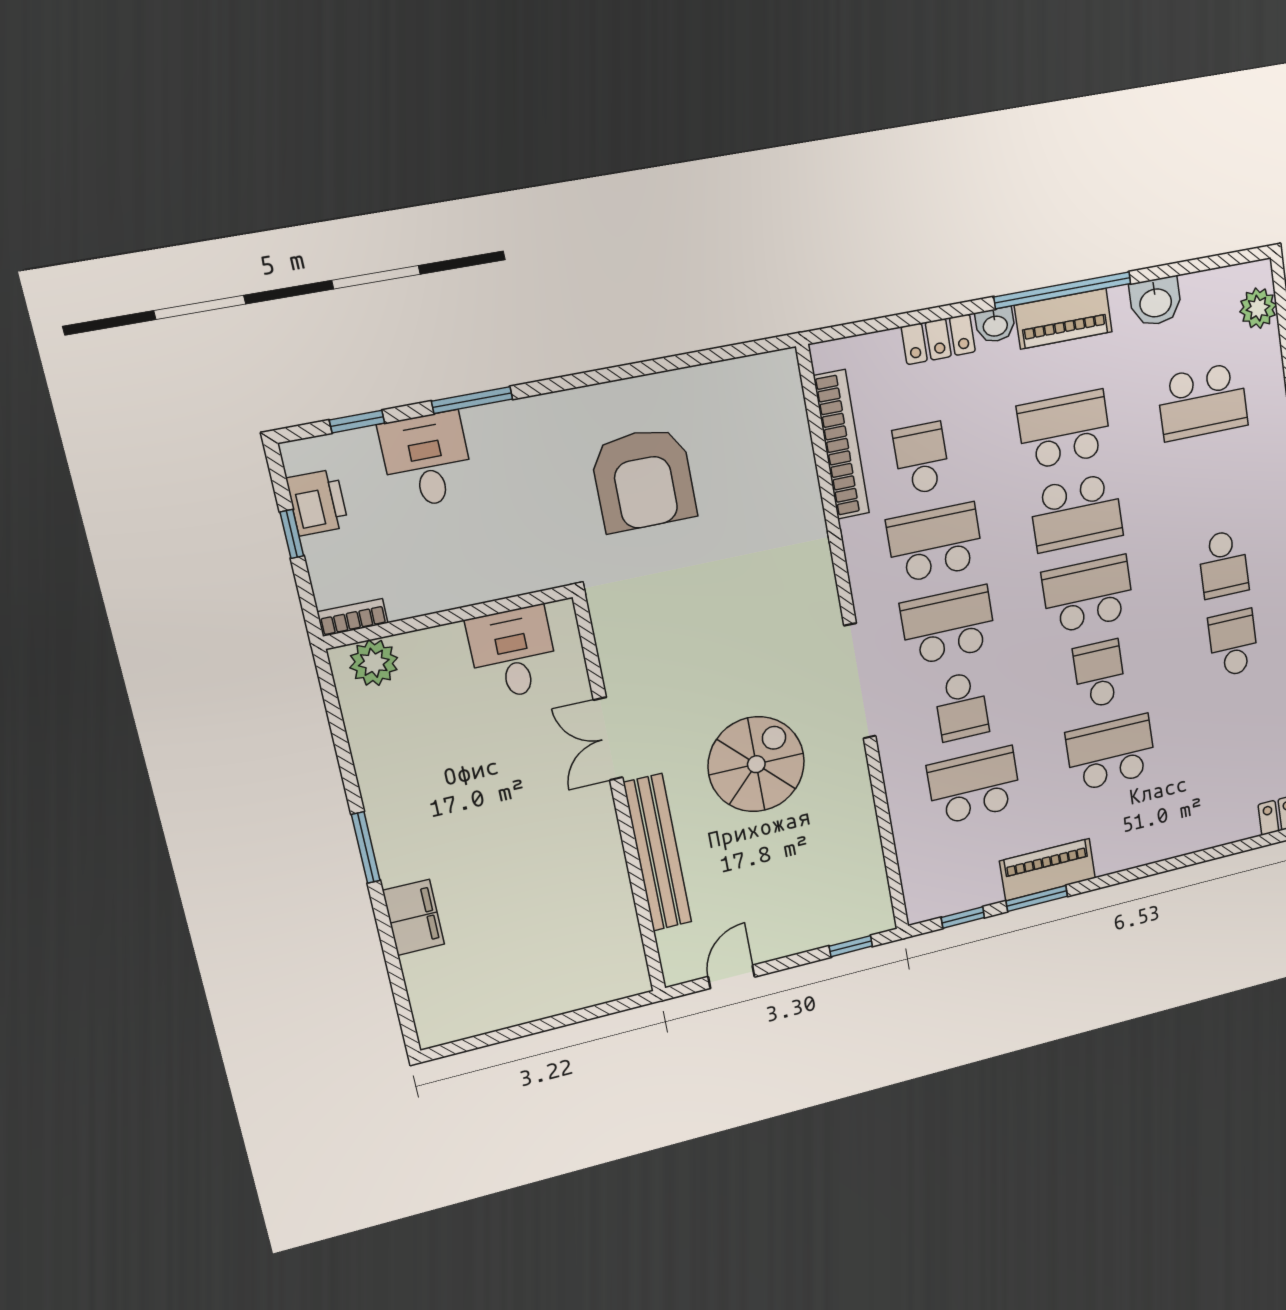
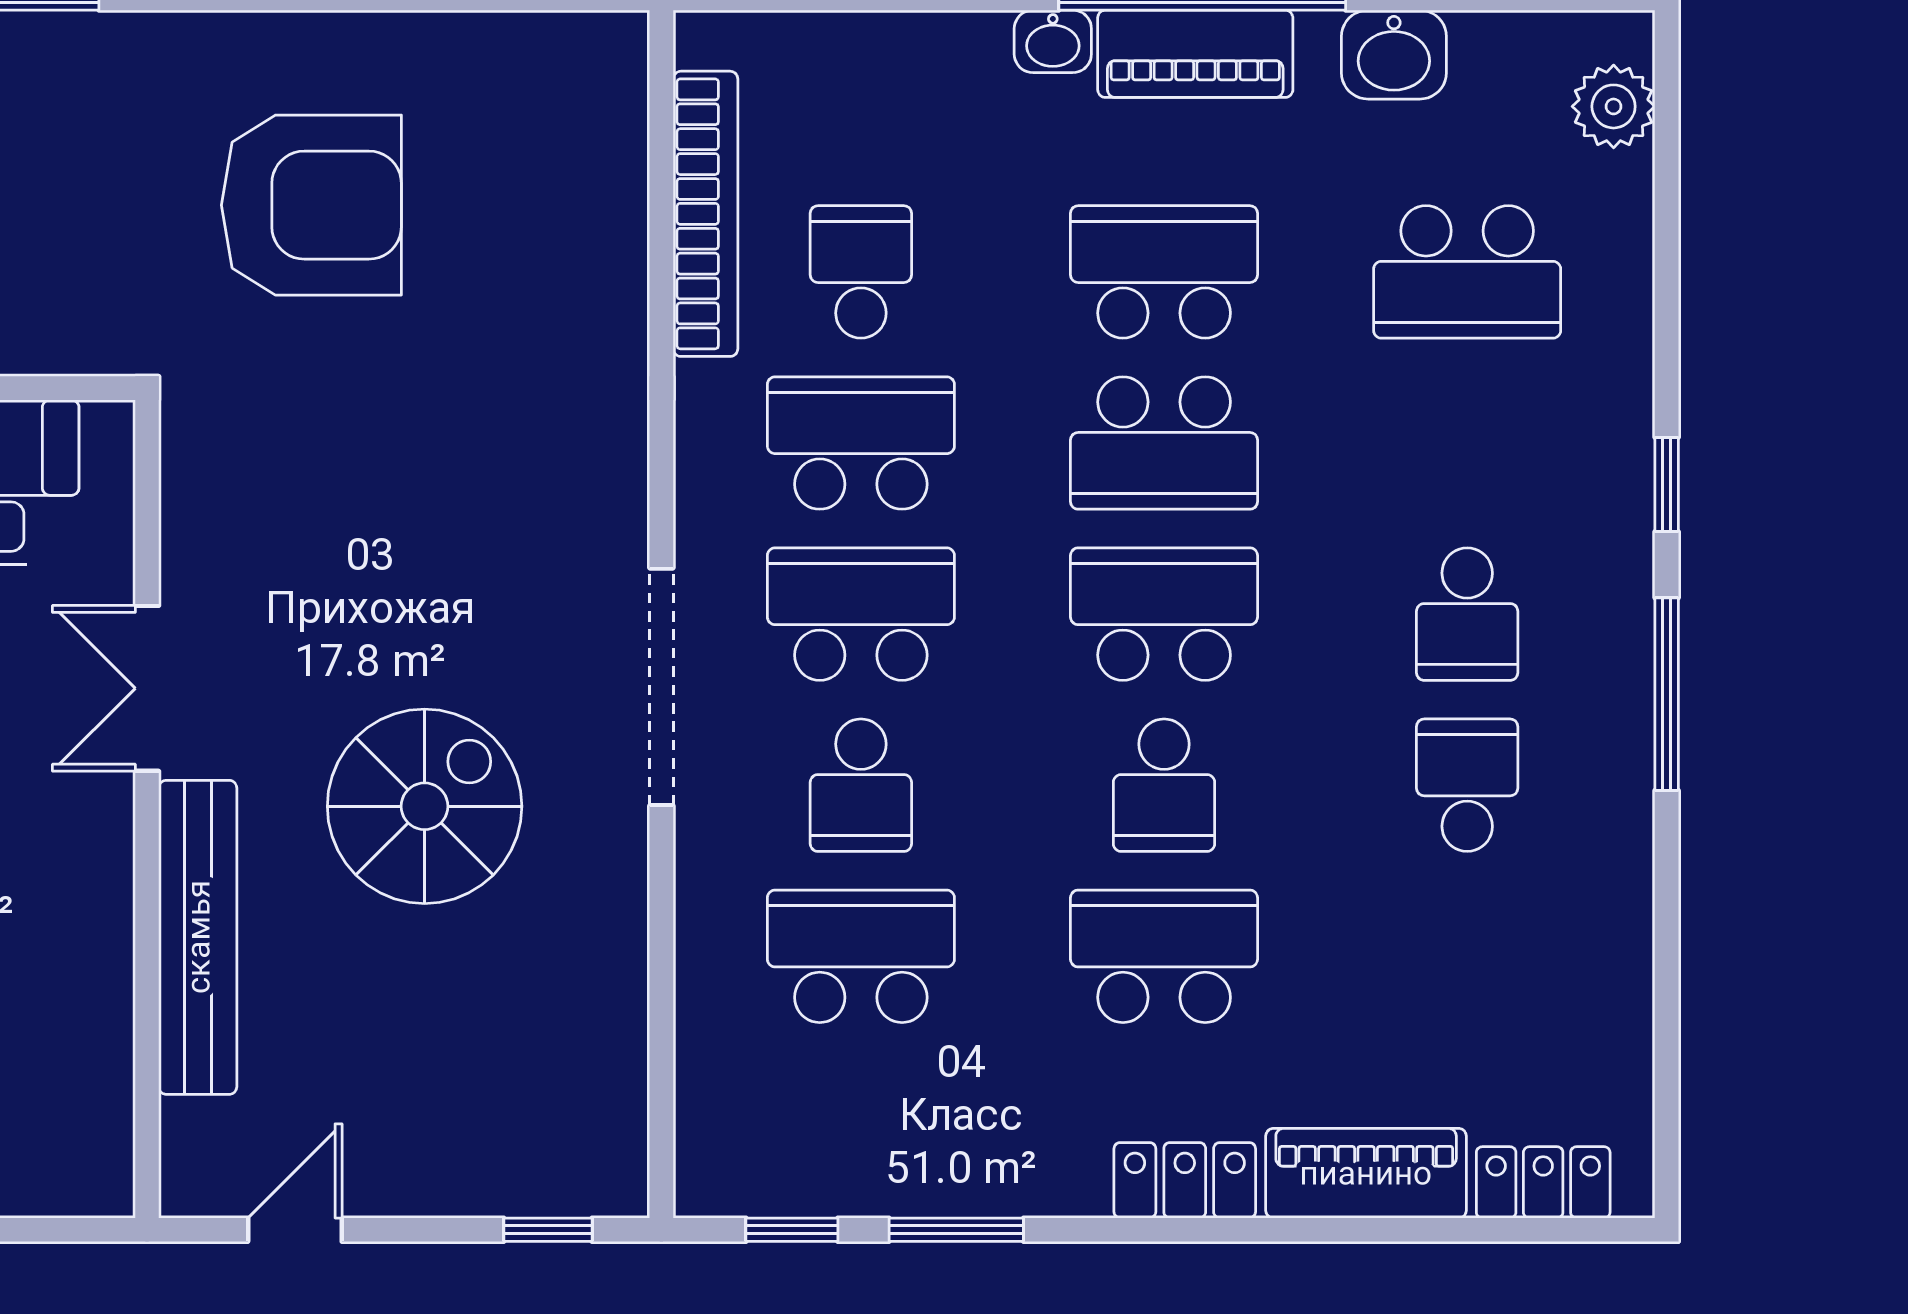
locker: (938, 339) -> (1185, 1180), moved, turned 180
armchair: (643, 479) -> (311, 205), turned -90
school desk: (1100, 674) -> (1164, 785), turned 180
piano: (1048, 870) -> (1366, 1173), moved

